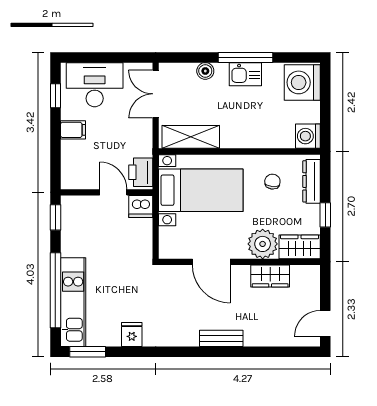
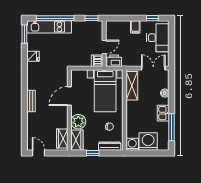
window: (245, 57) -> (172, 127), moved
washing machine: (302, 82) -> (148, 141), moved
wardrobe: (270, 276) -> (62, 139), moved

